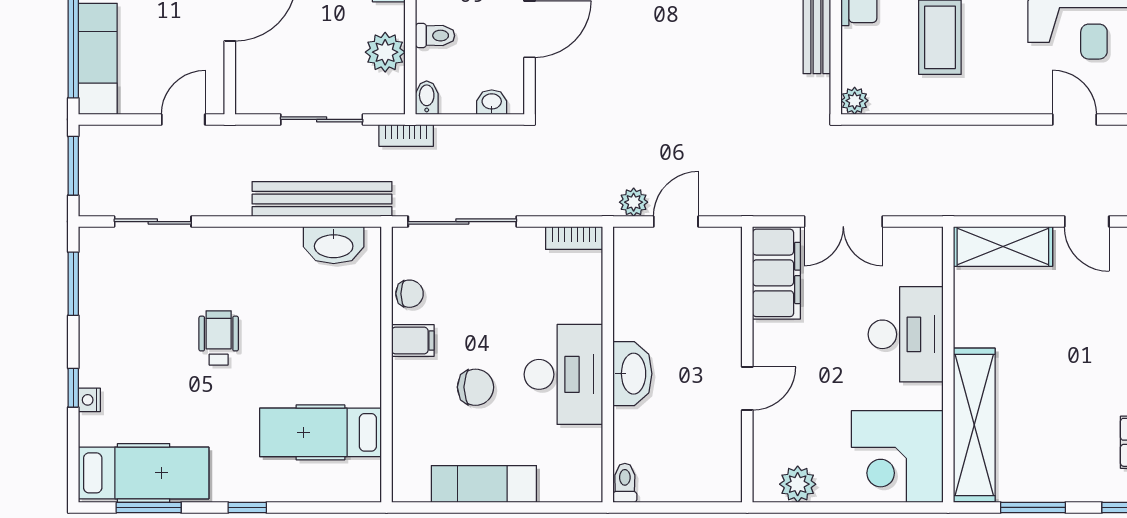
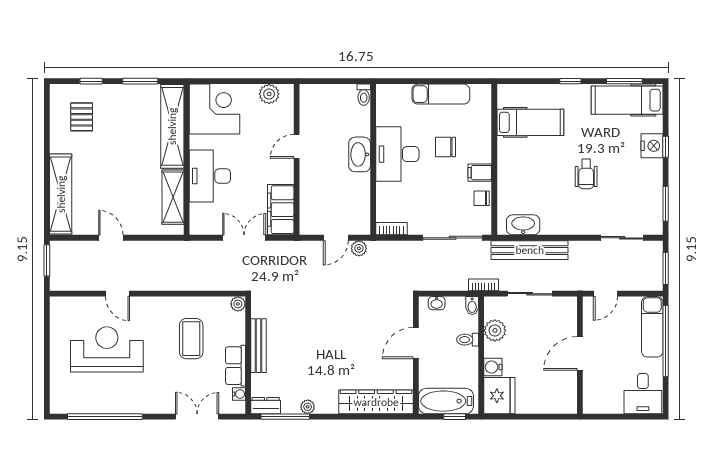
shelving: (1003, 247) -> (173, 197), moved, turned 90
nightstand: (89, 400) -> (652, 146), width x1.89, depth x1.79

